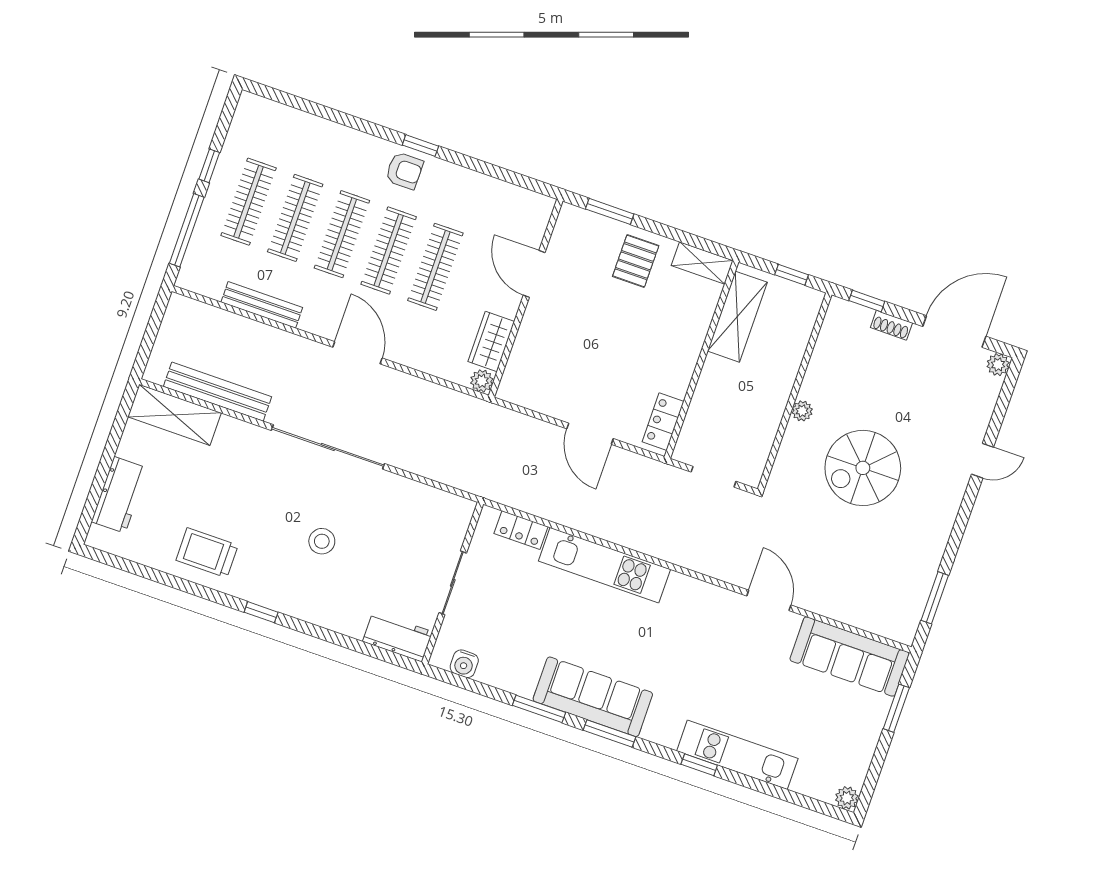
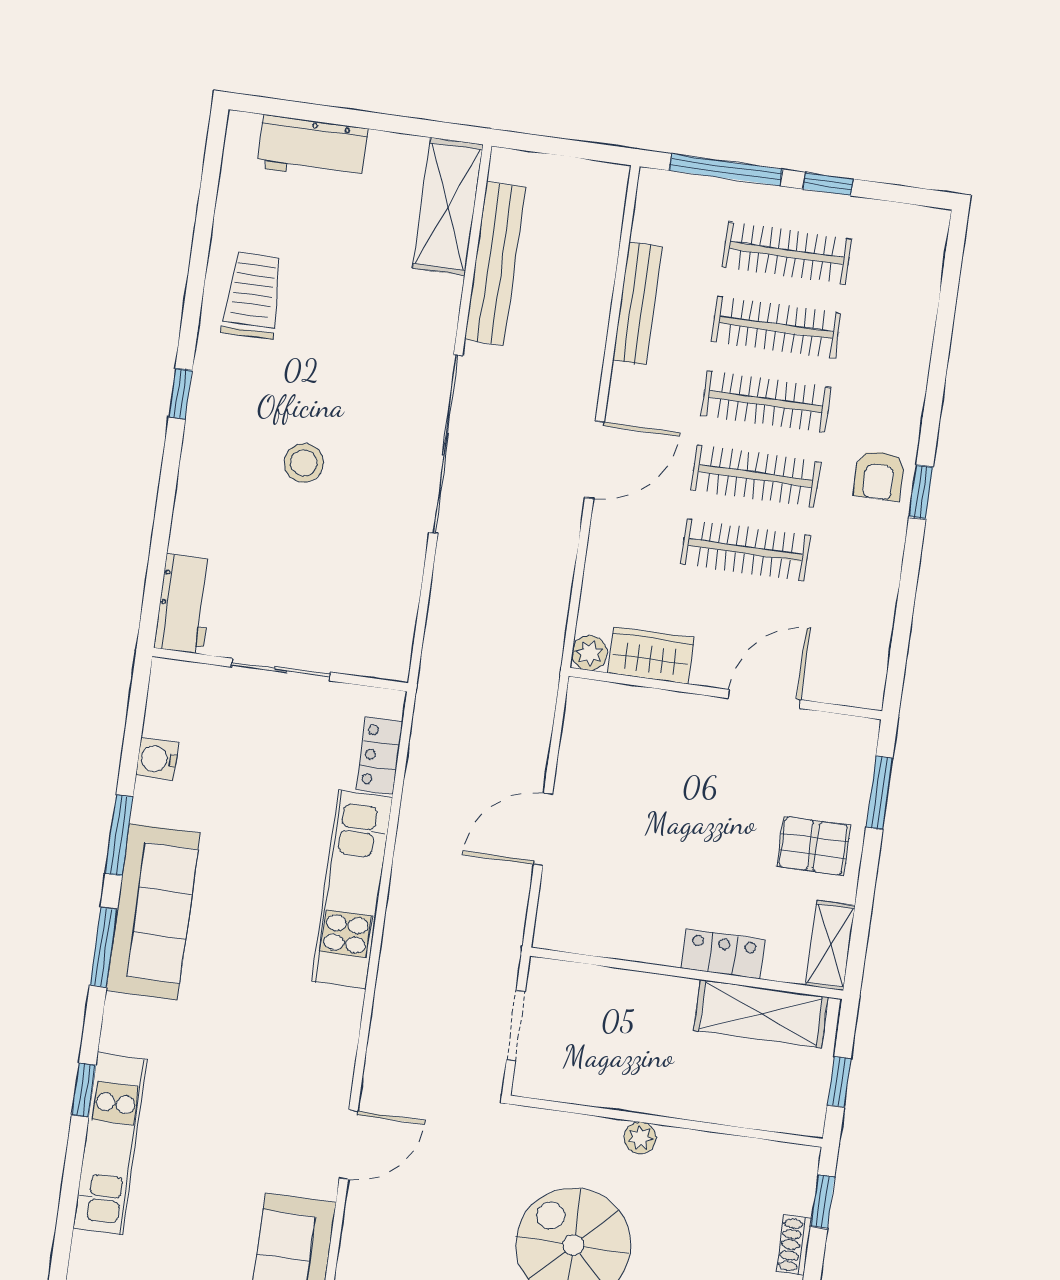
locker: (663, 422) -> (723, 954), moved
water cooler: (464, 664) -> (157, 759), moved

